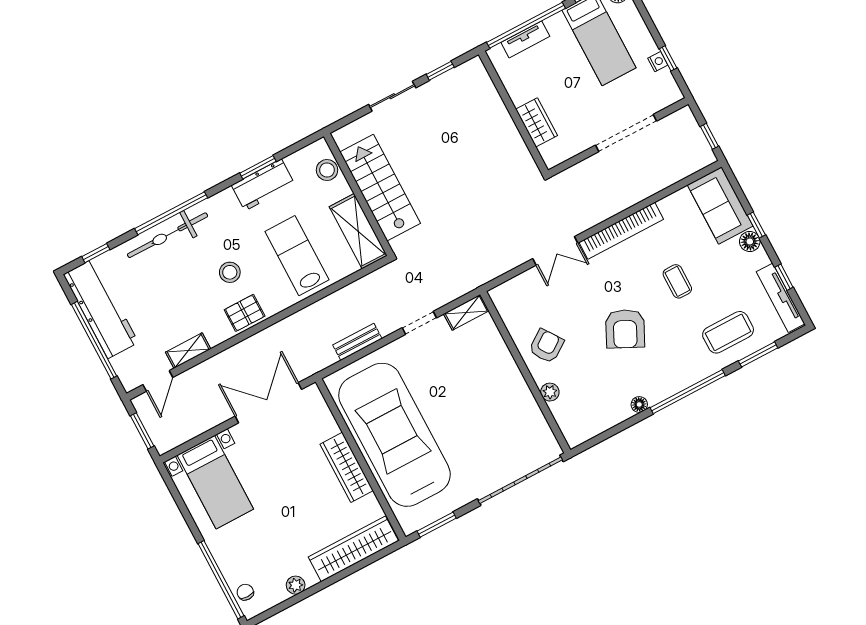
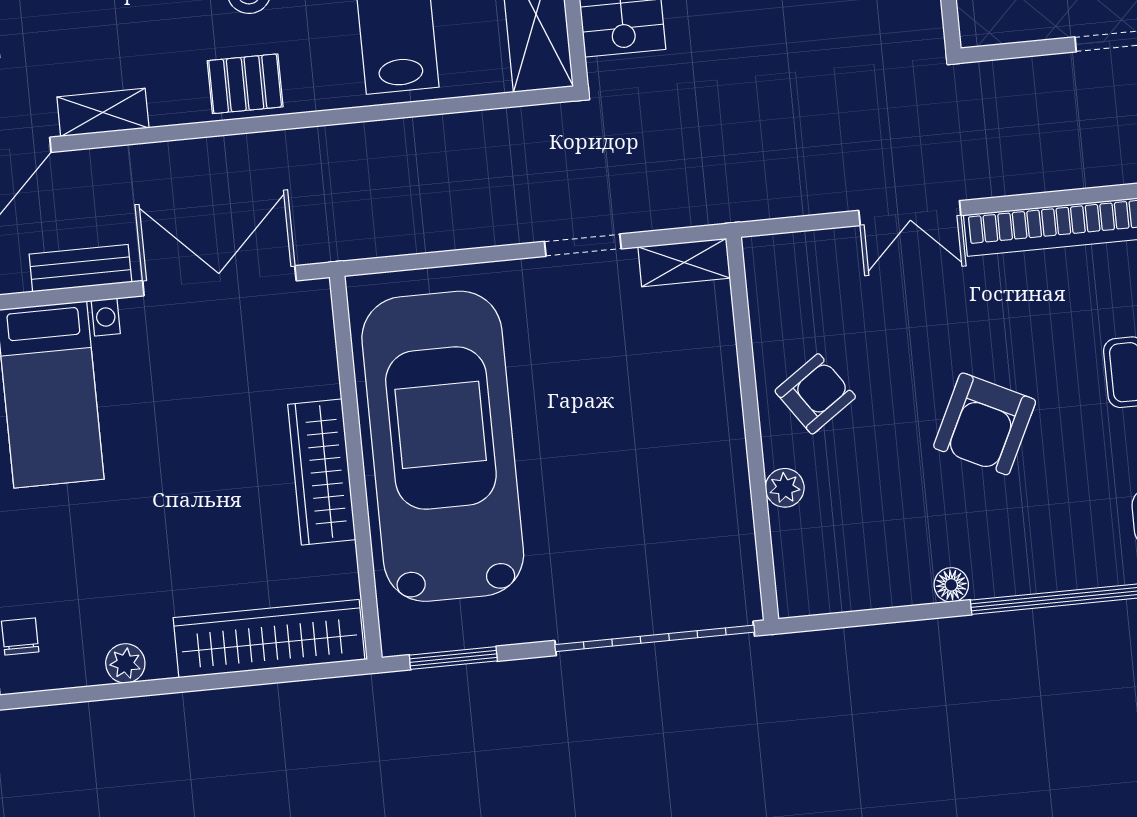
bench: (357, 342) -> (80, 268), moved

